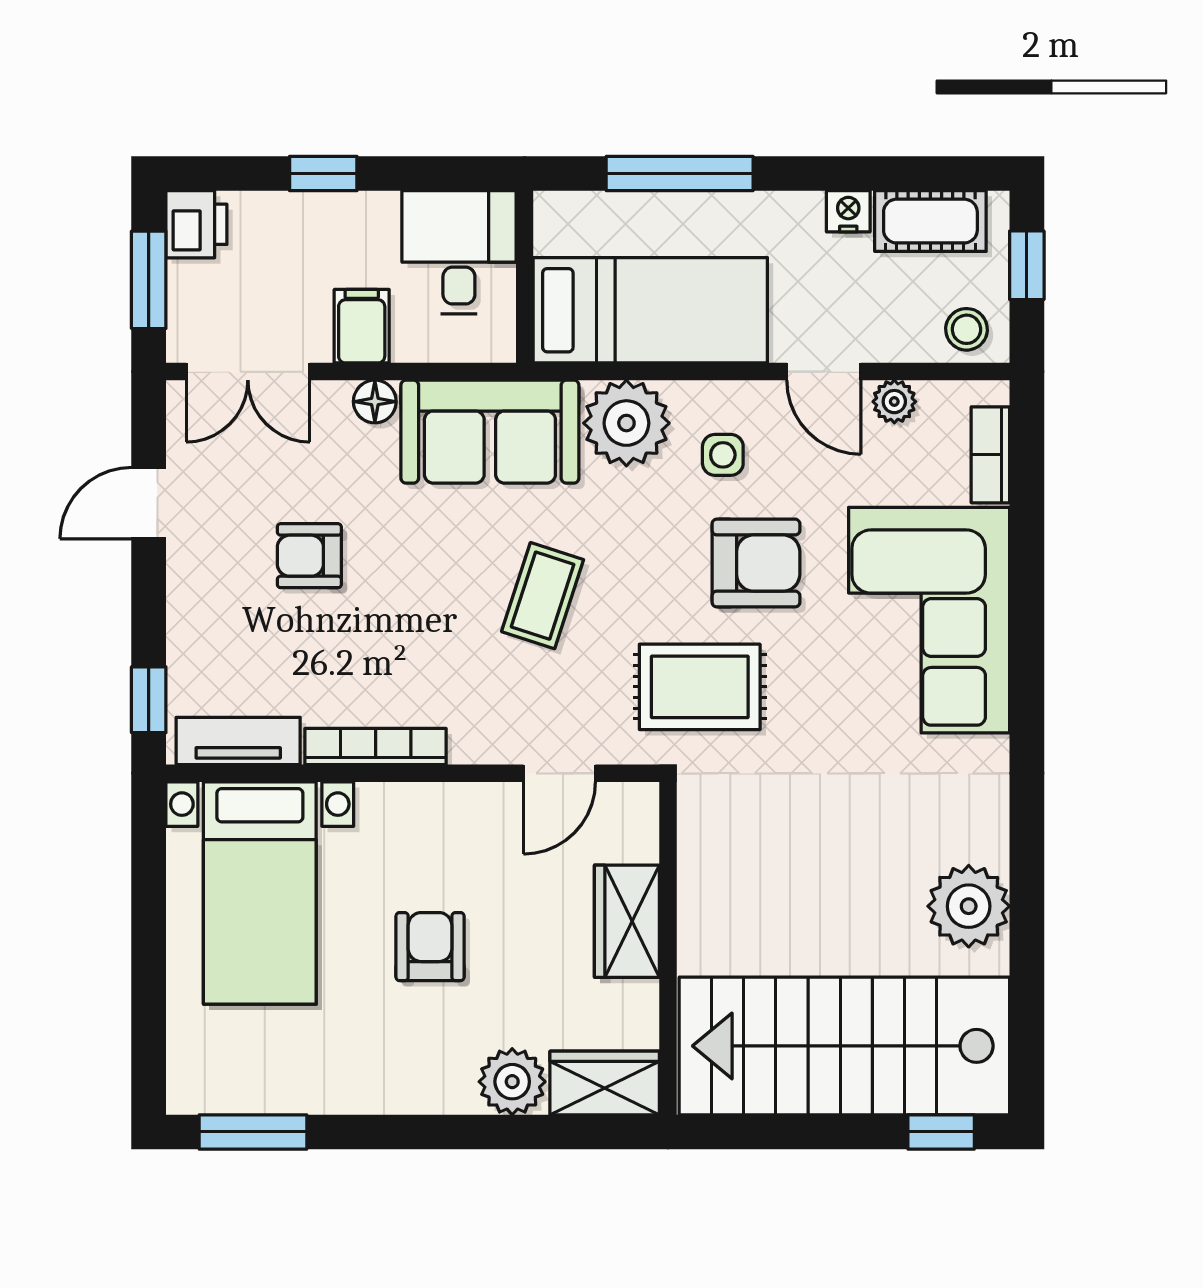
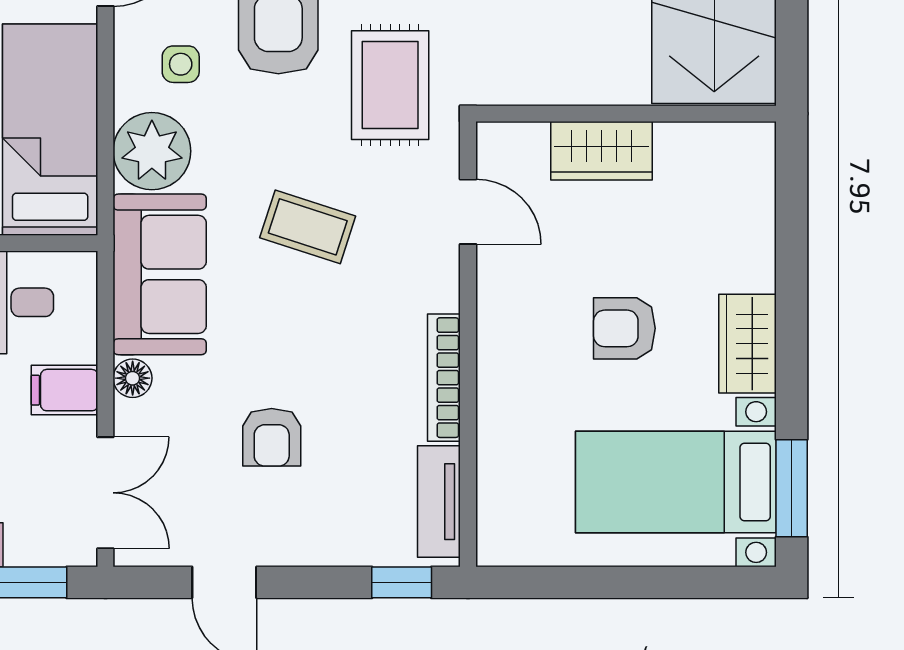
bed with nightstands: (260, 893) -> (676, 482), moved, turned 180
plant: (512, 1082) -> (746, 254), removed
wardrobe: (605, 1083) -> (747, 344), moved

